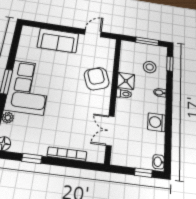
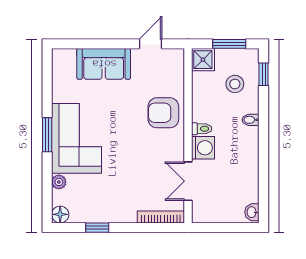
armchair: (97, 79) -> (163, 113), turned -70
shower: (126, 81) -> (203, 60), moved
washing machine: (156, 122) -> (203, 148), moved, turned 180
bookcase: (67, 154) -> (161, 217), moved
window: (143, 173) -> (234, 228), removed

